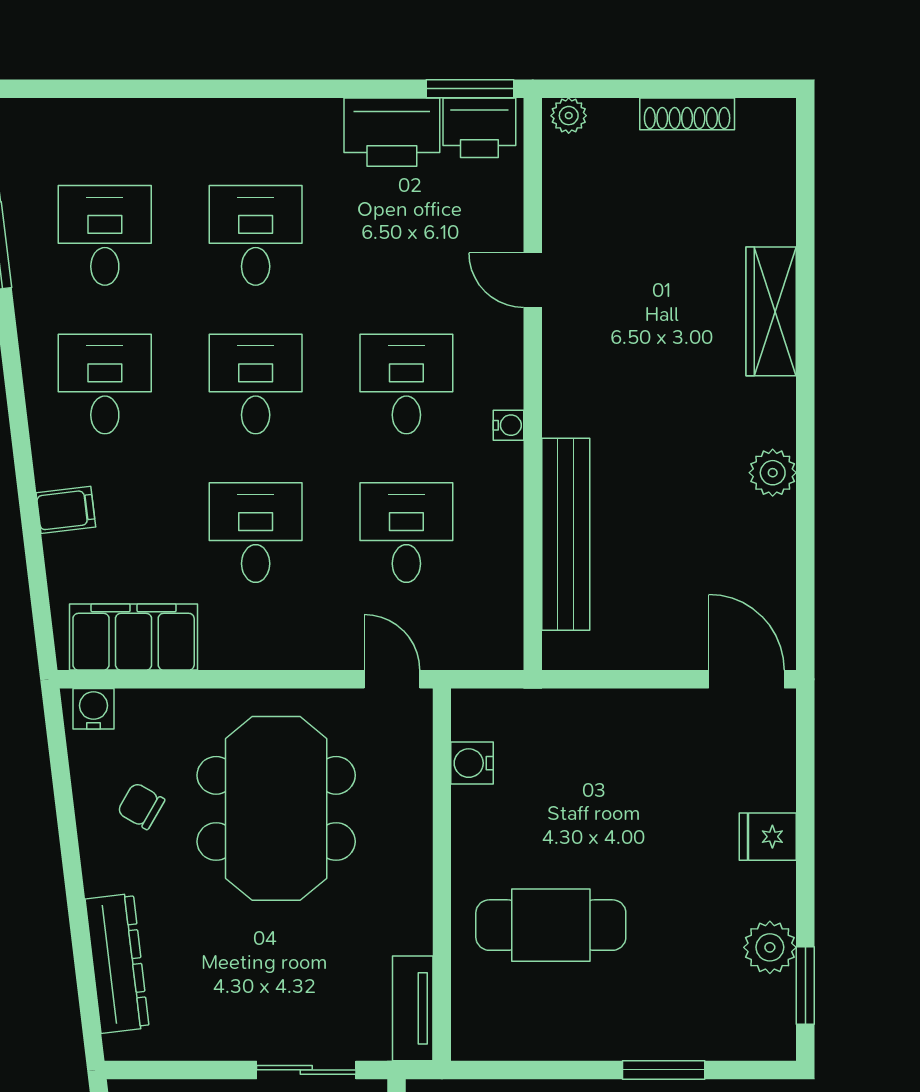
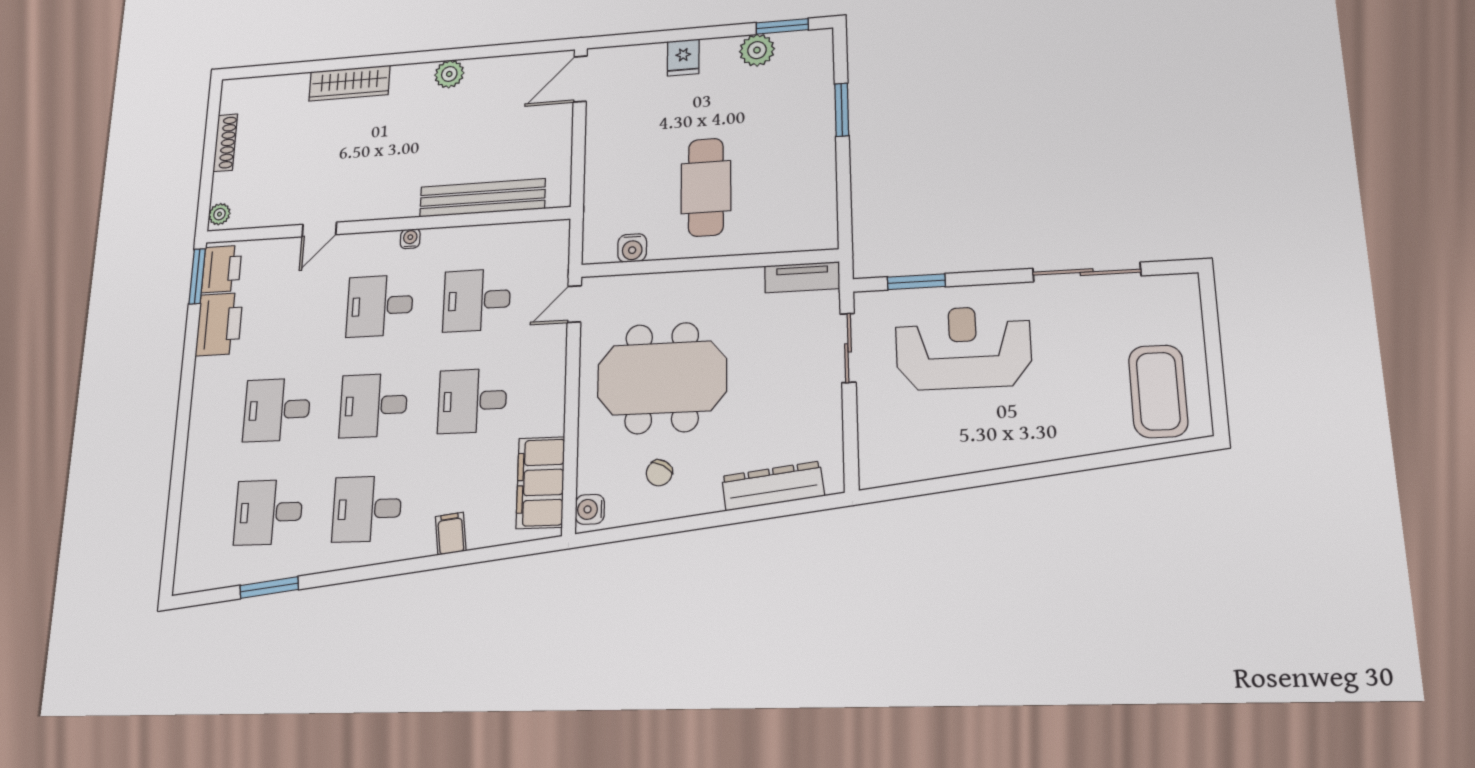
cafe table: (551, 925) -> (706, 187), moved

